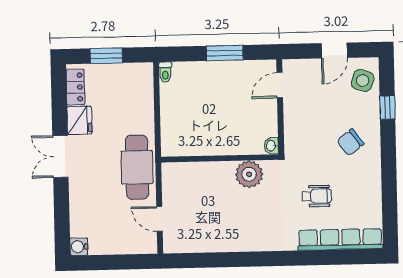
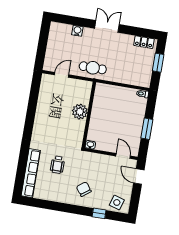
door: (334, 51) -> (139, 176), moved
fridge: (79, 120) -> (125, 41), removed
cafe table: (137, 167) -> (93, 68), width x0.73, depth x0.74
plant: (249, 174) -> (80, 112), moved
water cooler: (79, 247) -> (77, 31), moved

